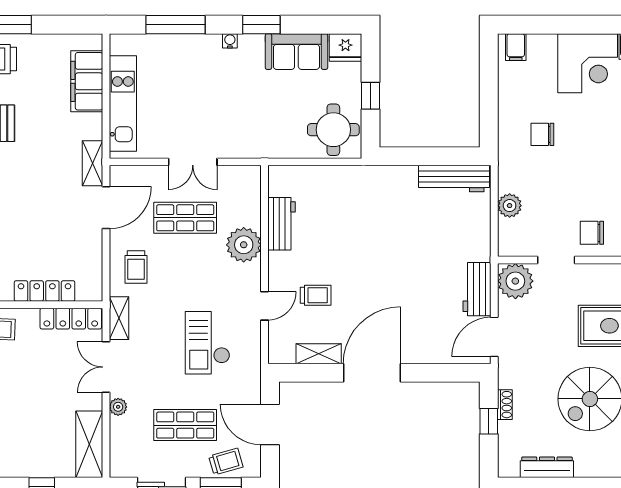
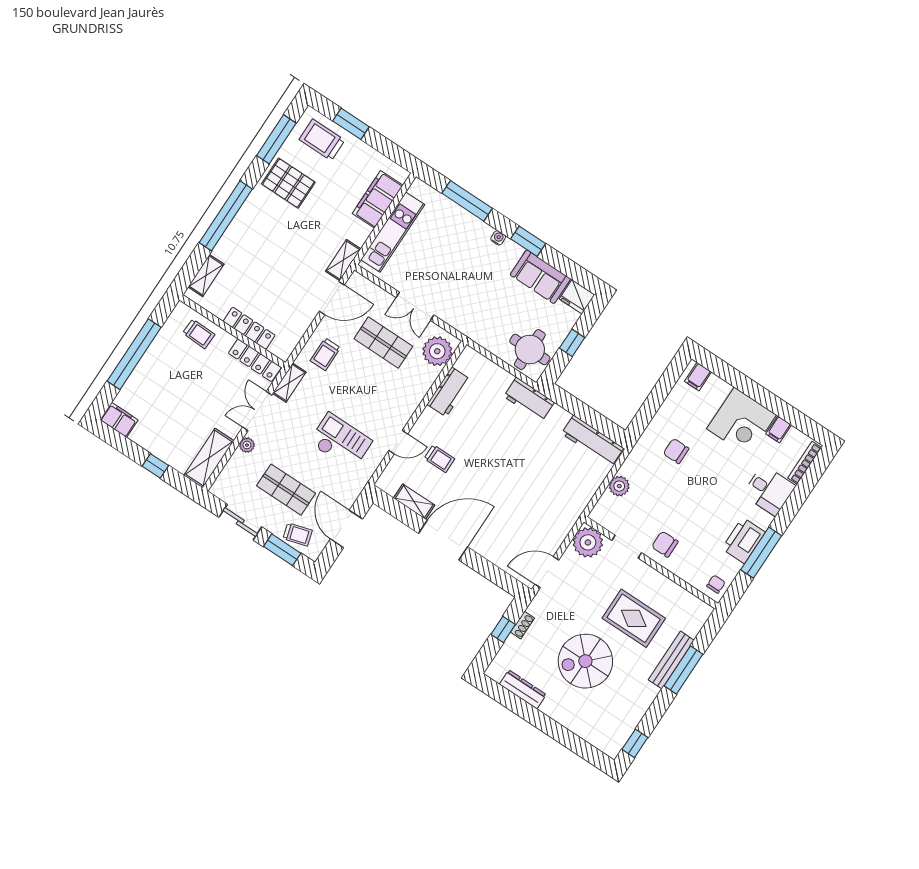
plant: (244, 245) -> (437, 351), moved
workbench: (477, 289) -> (529, 399), moved, turned -90
checkout: (208, 343) -> (341, 442), turned 90

